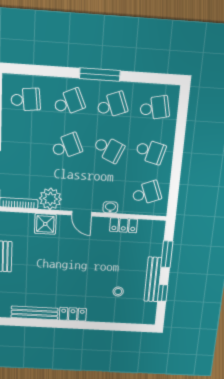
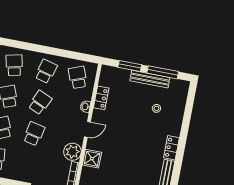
school desk: (67, 146) -> (34, 134), turned 36
window: (163, 293) -> (163, 72), width x2.17

